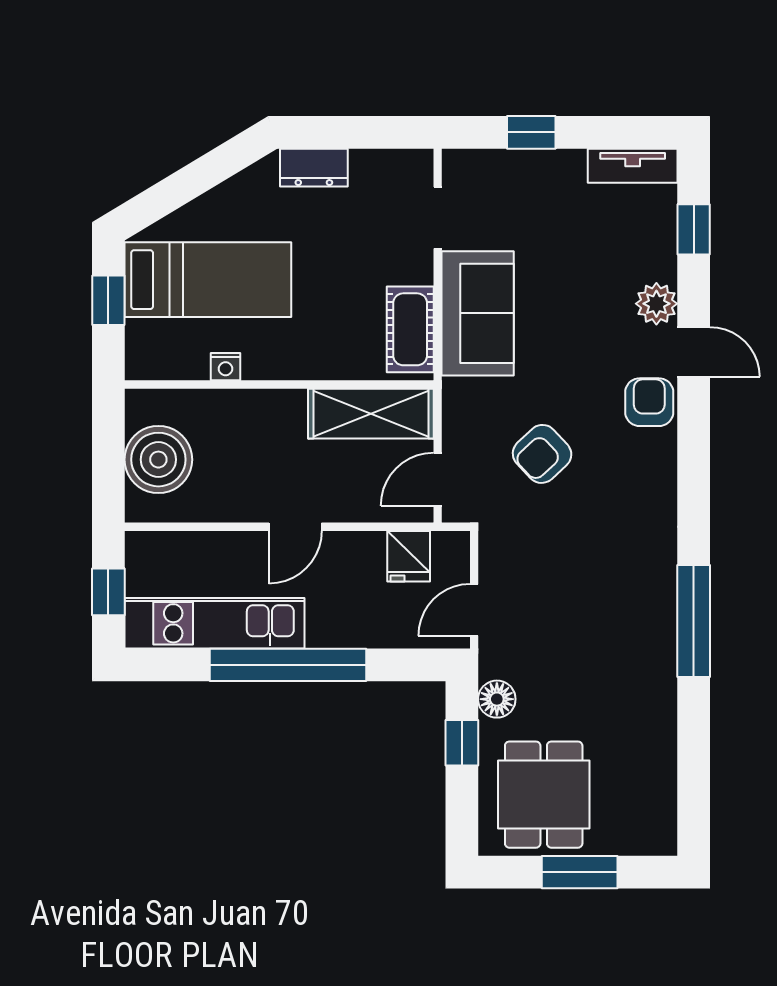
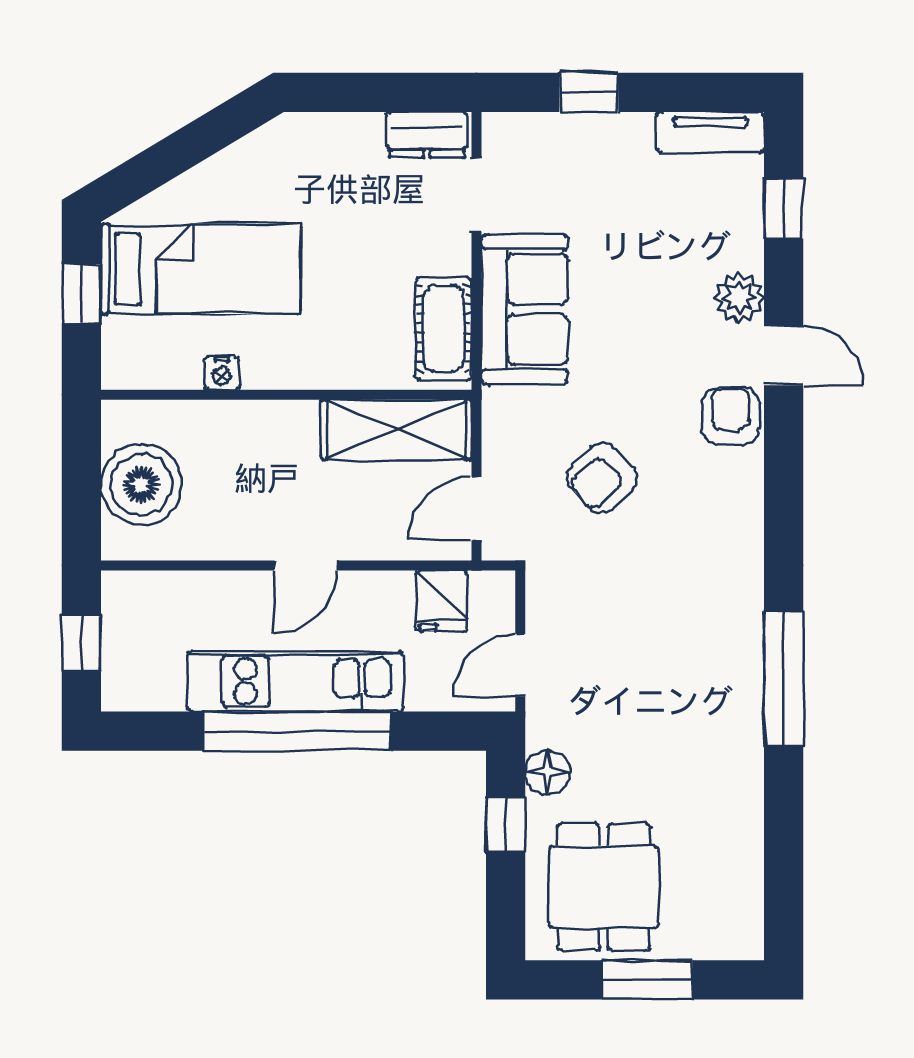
dresser: (314, 168) -> (427, 135), moved
kitchen unit: (215, 623) -> (295, 681), moved

